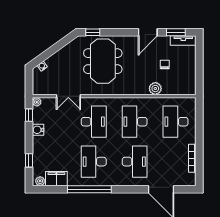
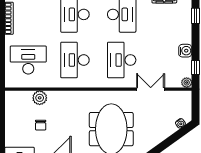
plant: (155, 89) -> (40, 98), moved
desk: (135, 122) -> (75, 60), turned 180
desk: (176, 122) -> (28, 60), turned -90

